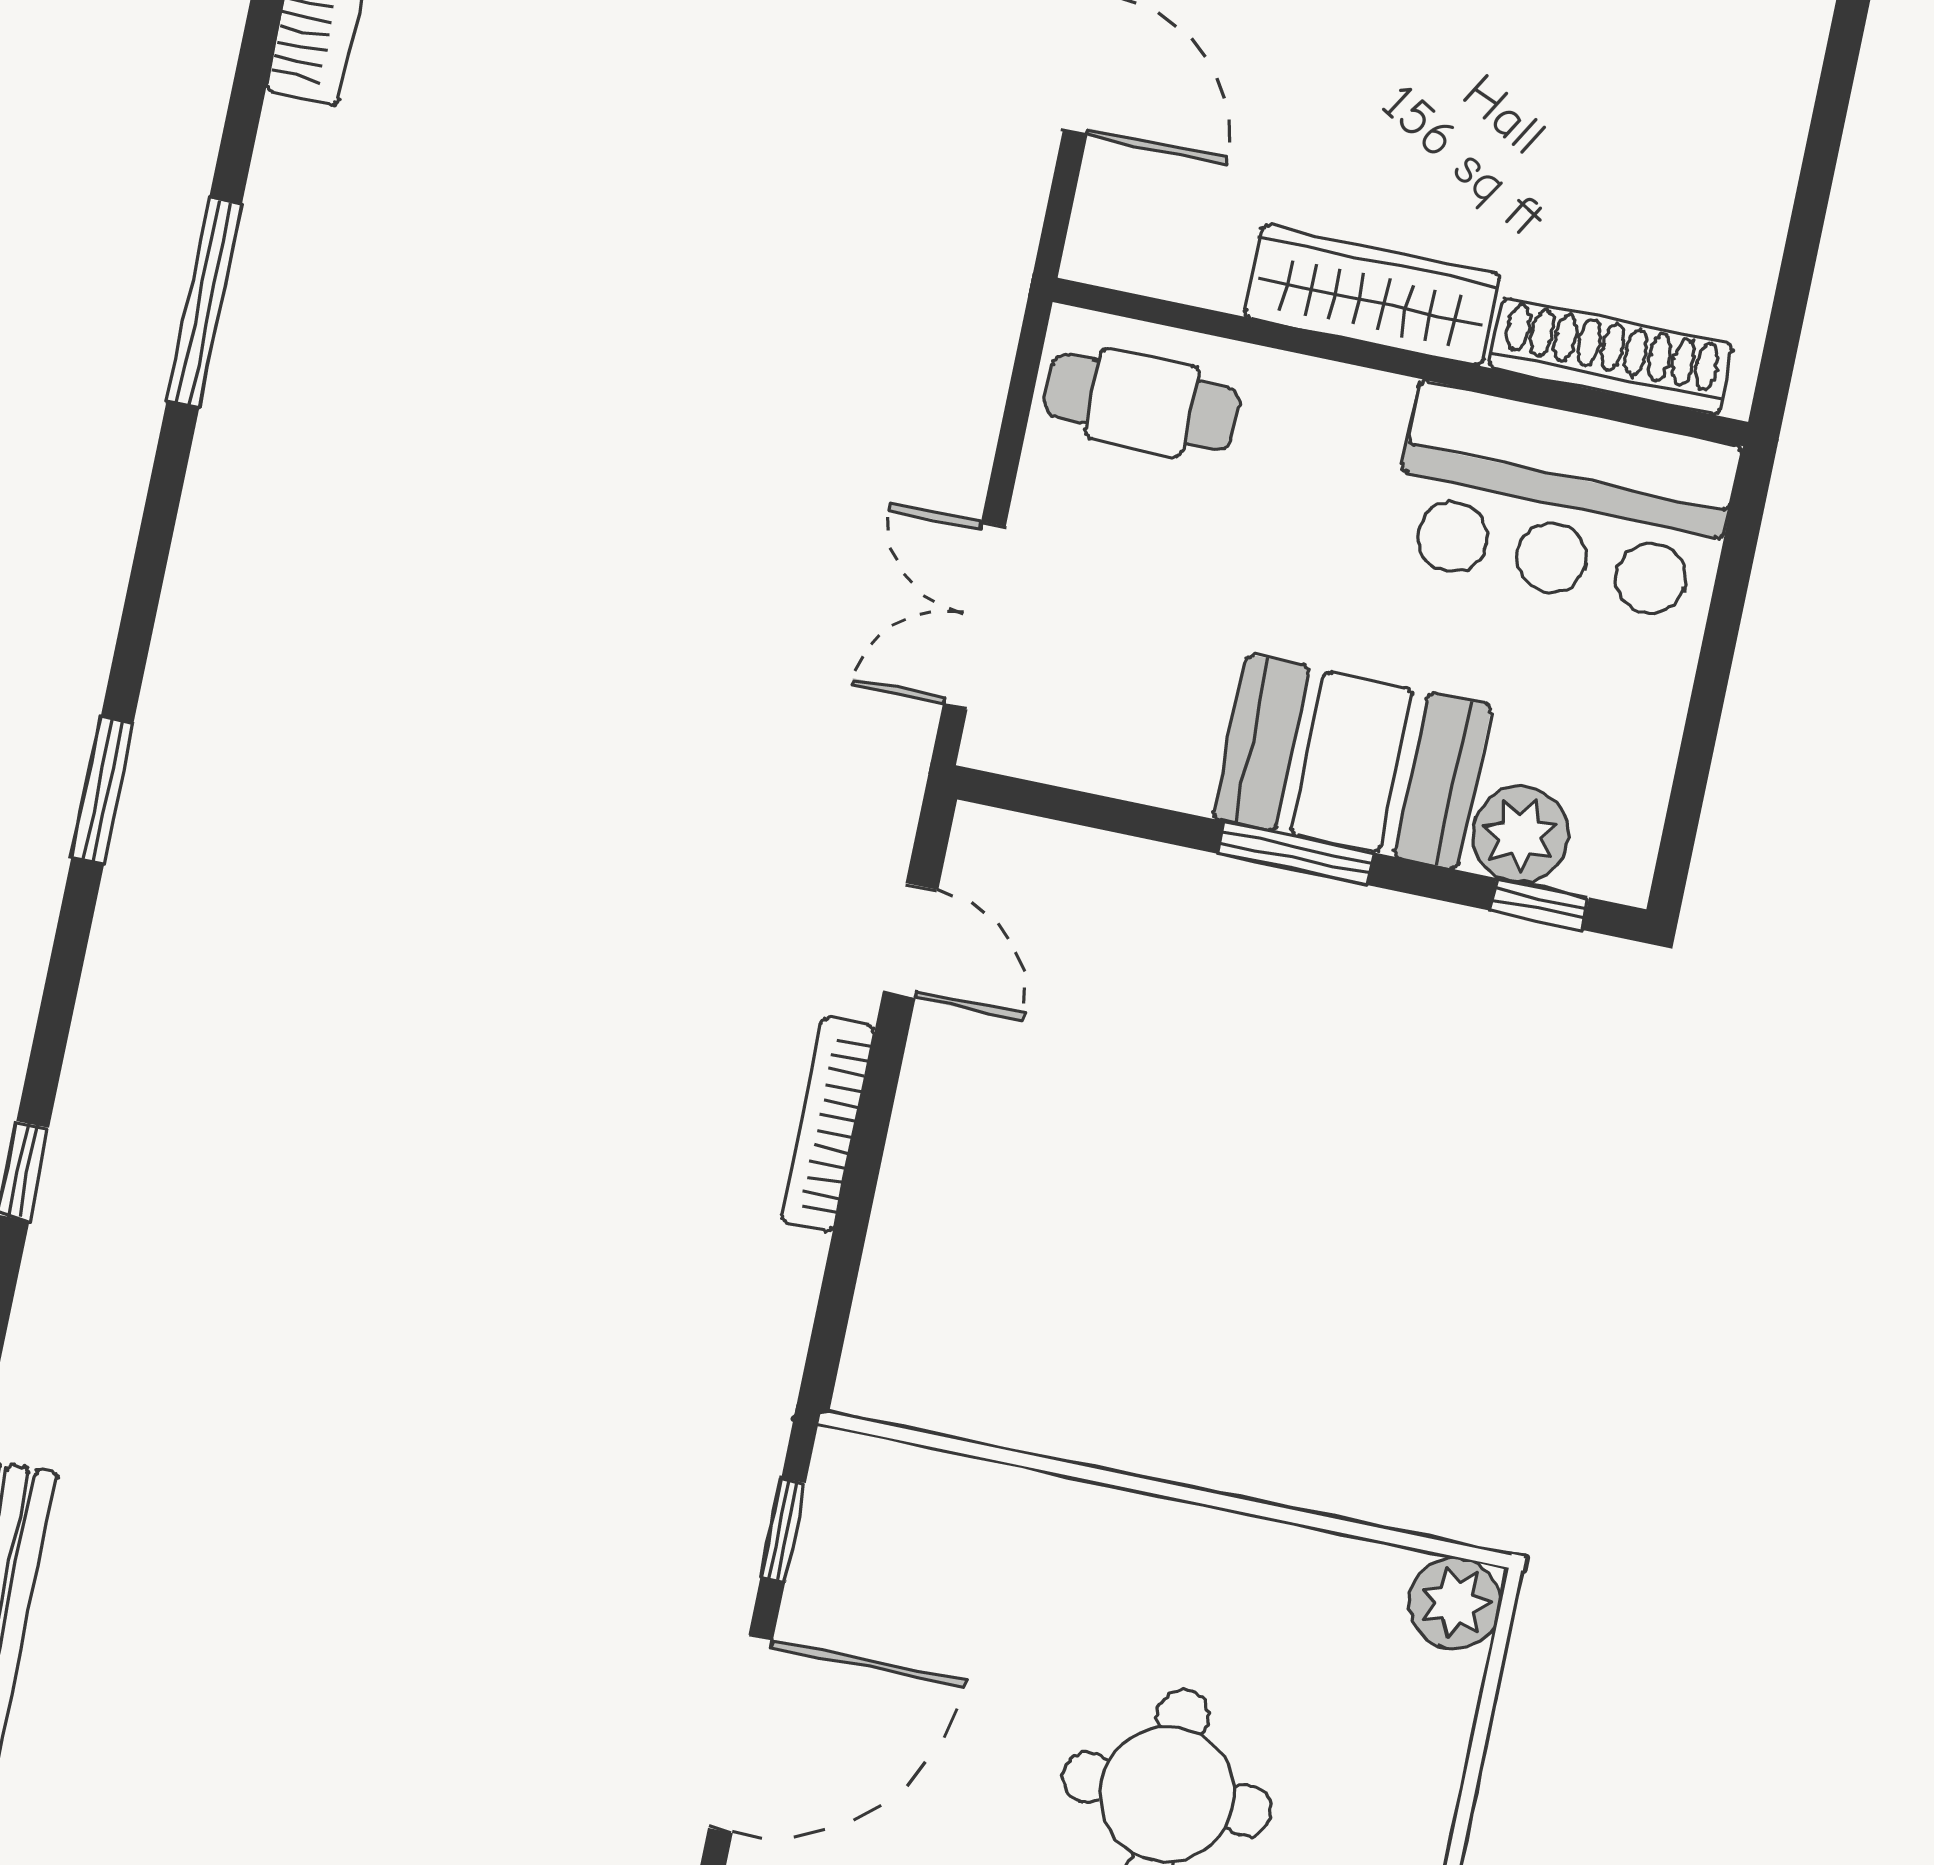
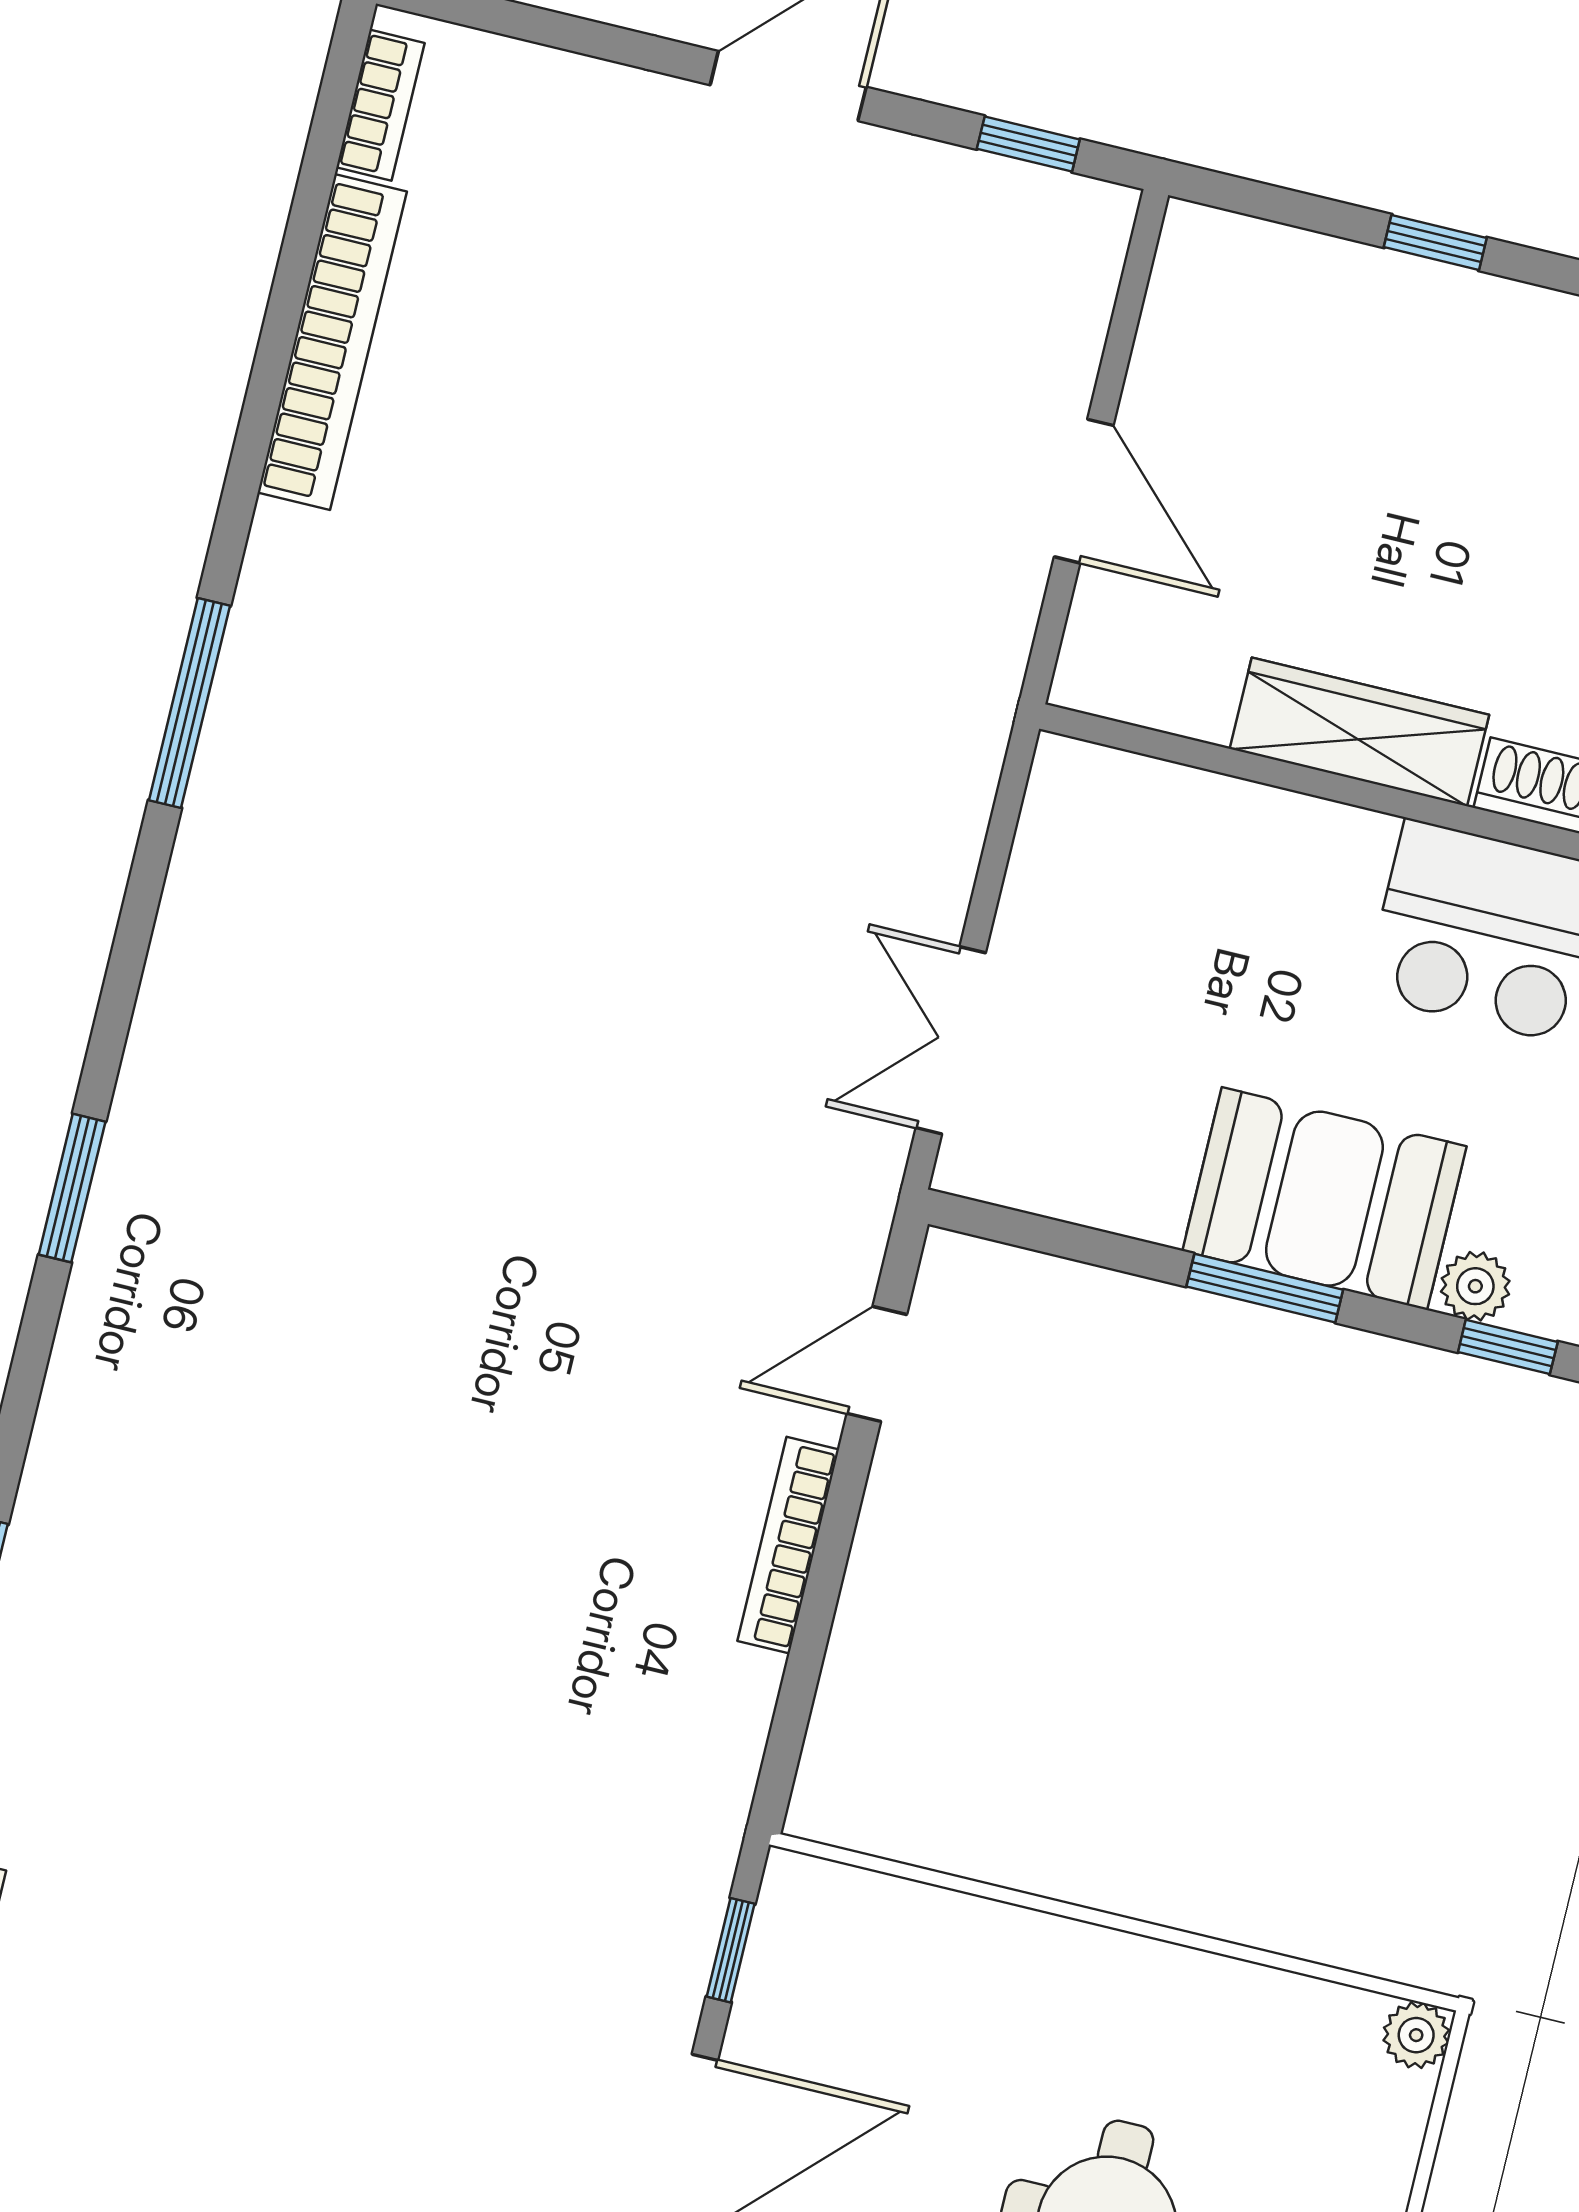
cafe table: (1142, 402) -> (1125, 832), removed
plant: (1520, 834) -> (1475, 1286), width x0.73, depth x0.73
door: (911, 941) -> (877, 1364), swing flipped
plant: (1455, 1603) -> (1416, 2035), width x0.73, depth x0.73

